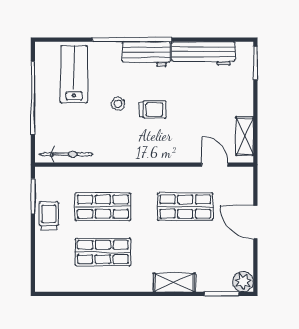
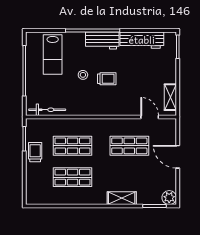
lab bench: (74, 74) -> (53, 55), turned 180

